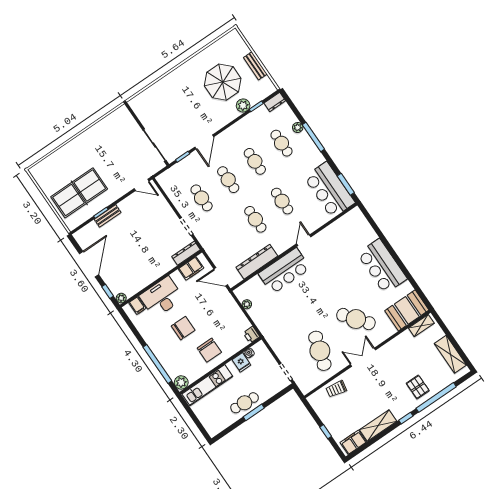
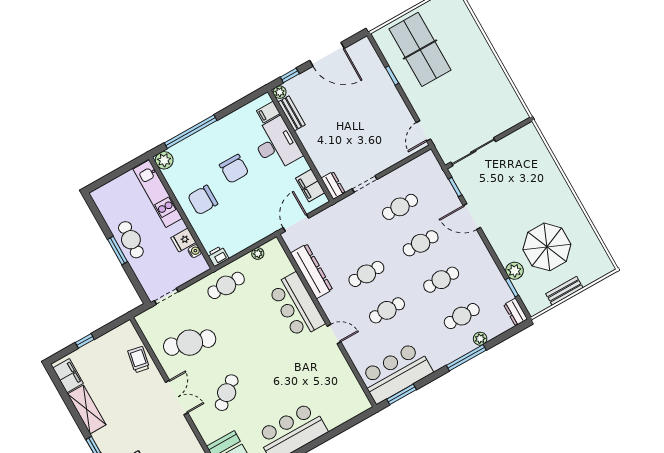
bench: (108, 216) -> (292, 113), moved
dresser: (186, 253) -> (333, 185), width x0.70
cafe table: (356, 319) -> (227, 393), width x0.73, depth x0.74
cafe table: (273, 326) -> (226, 285), added

